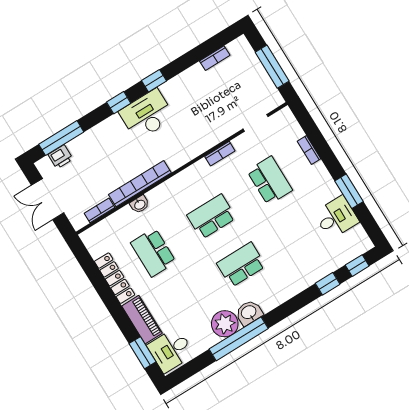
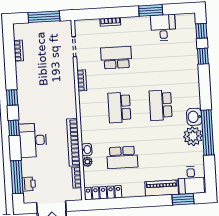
desk: (147, 115) -> (33, 140), moved
plant: (126, 213) -> (87, 162), added
locker: (115, 278) -> (103, 193), moved

